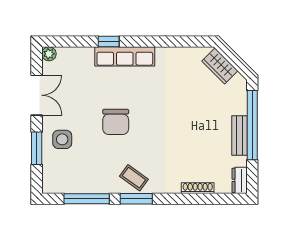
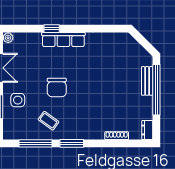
wardrobe: (220, 66) -> (133, 46), removed
bench: (239, 135) -> (147, 81), moved
coffee table: (134, 178) -> (49, 121), moved

